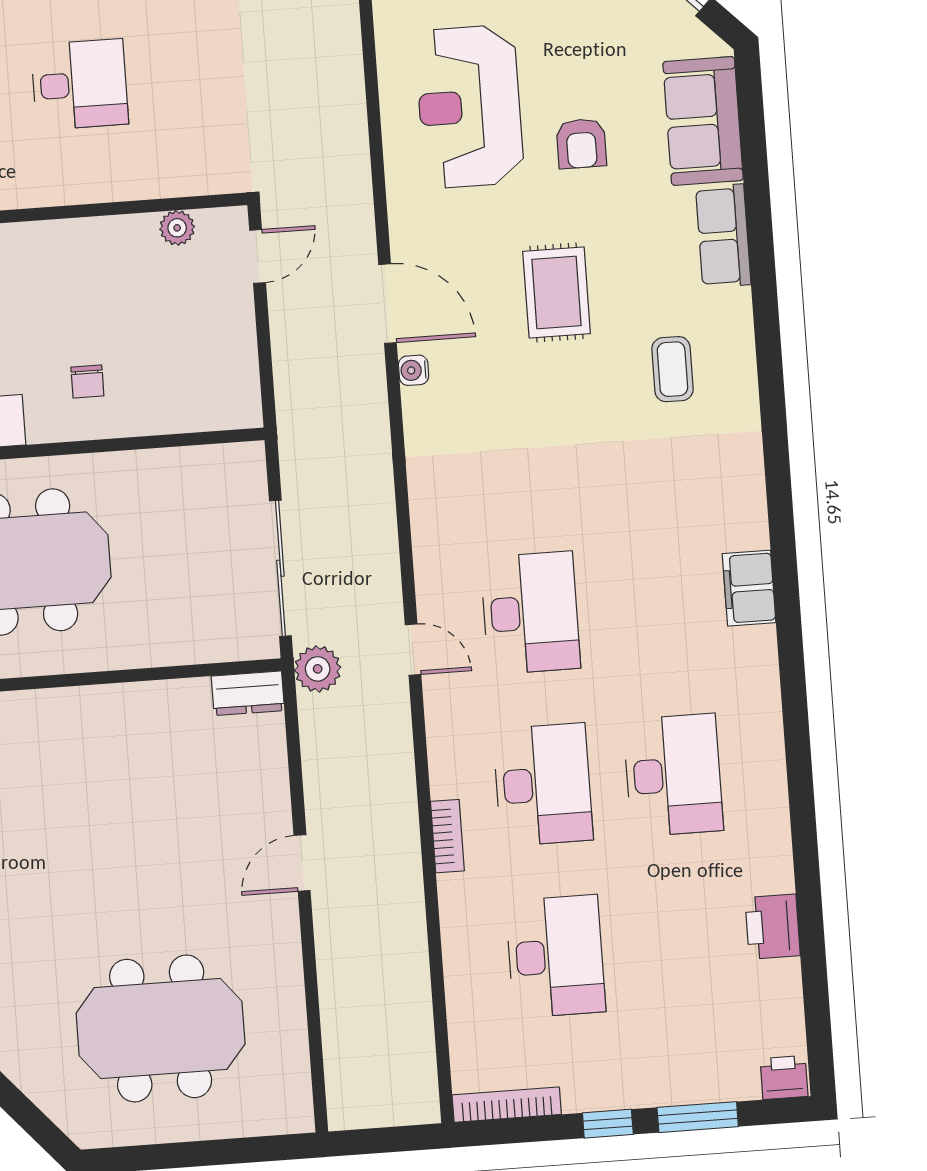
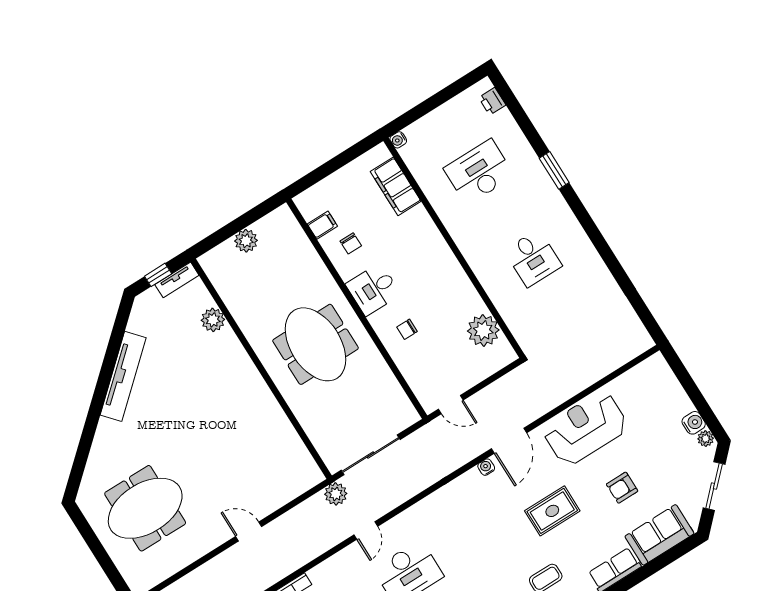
reception desk: (469, 107) -> (585, 428), moved
plant: (177, 228) -> (483, 331), width x1.87, depth x1.87
door: (258, 256) -> (451, 405), moved
dresser: (248, 693) -> (309, 469), removed
meeting table: (161, 1028) -> (145, 508), turned 90

